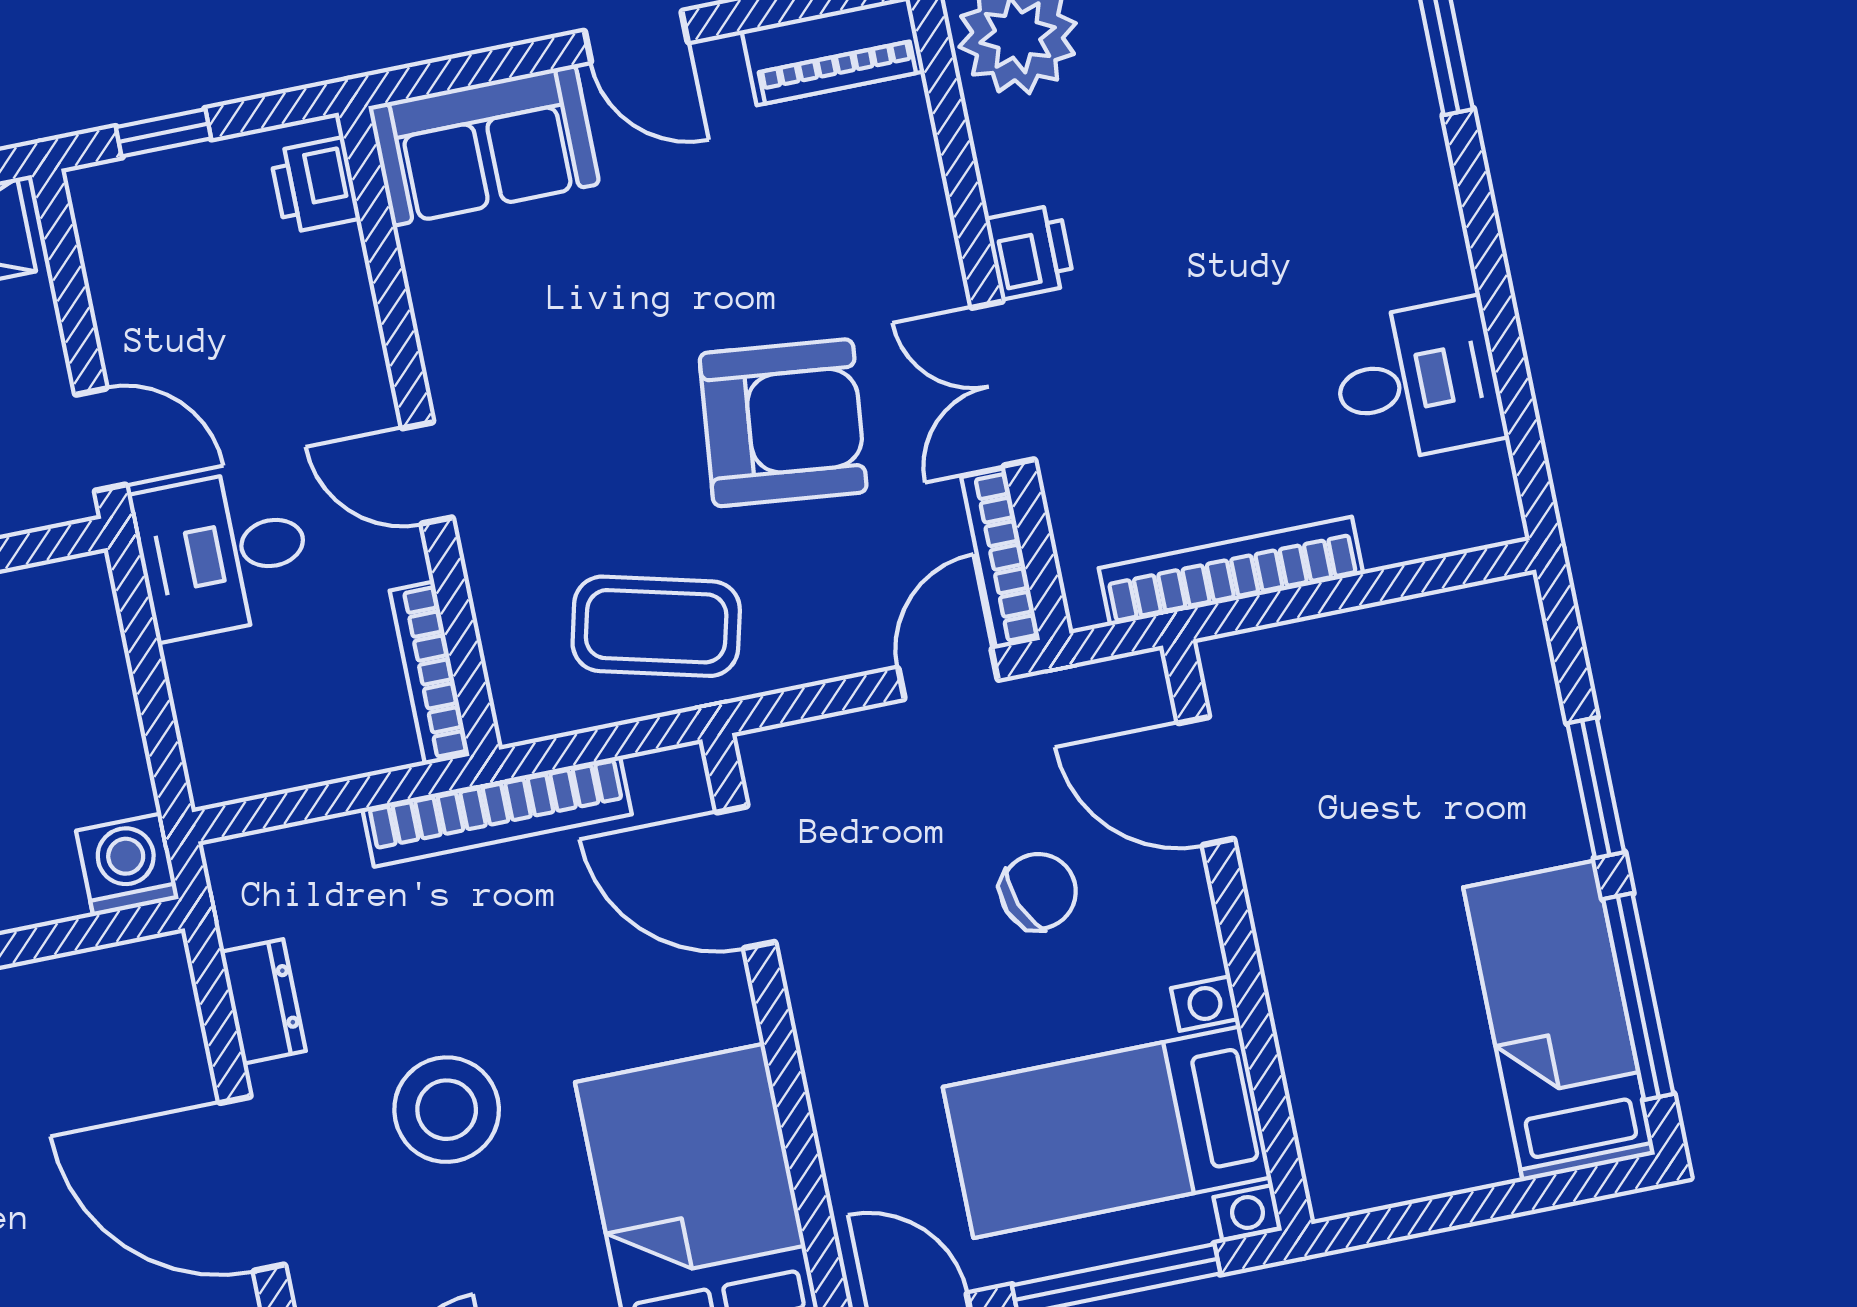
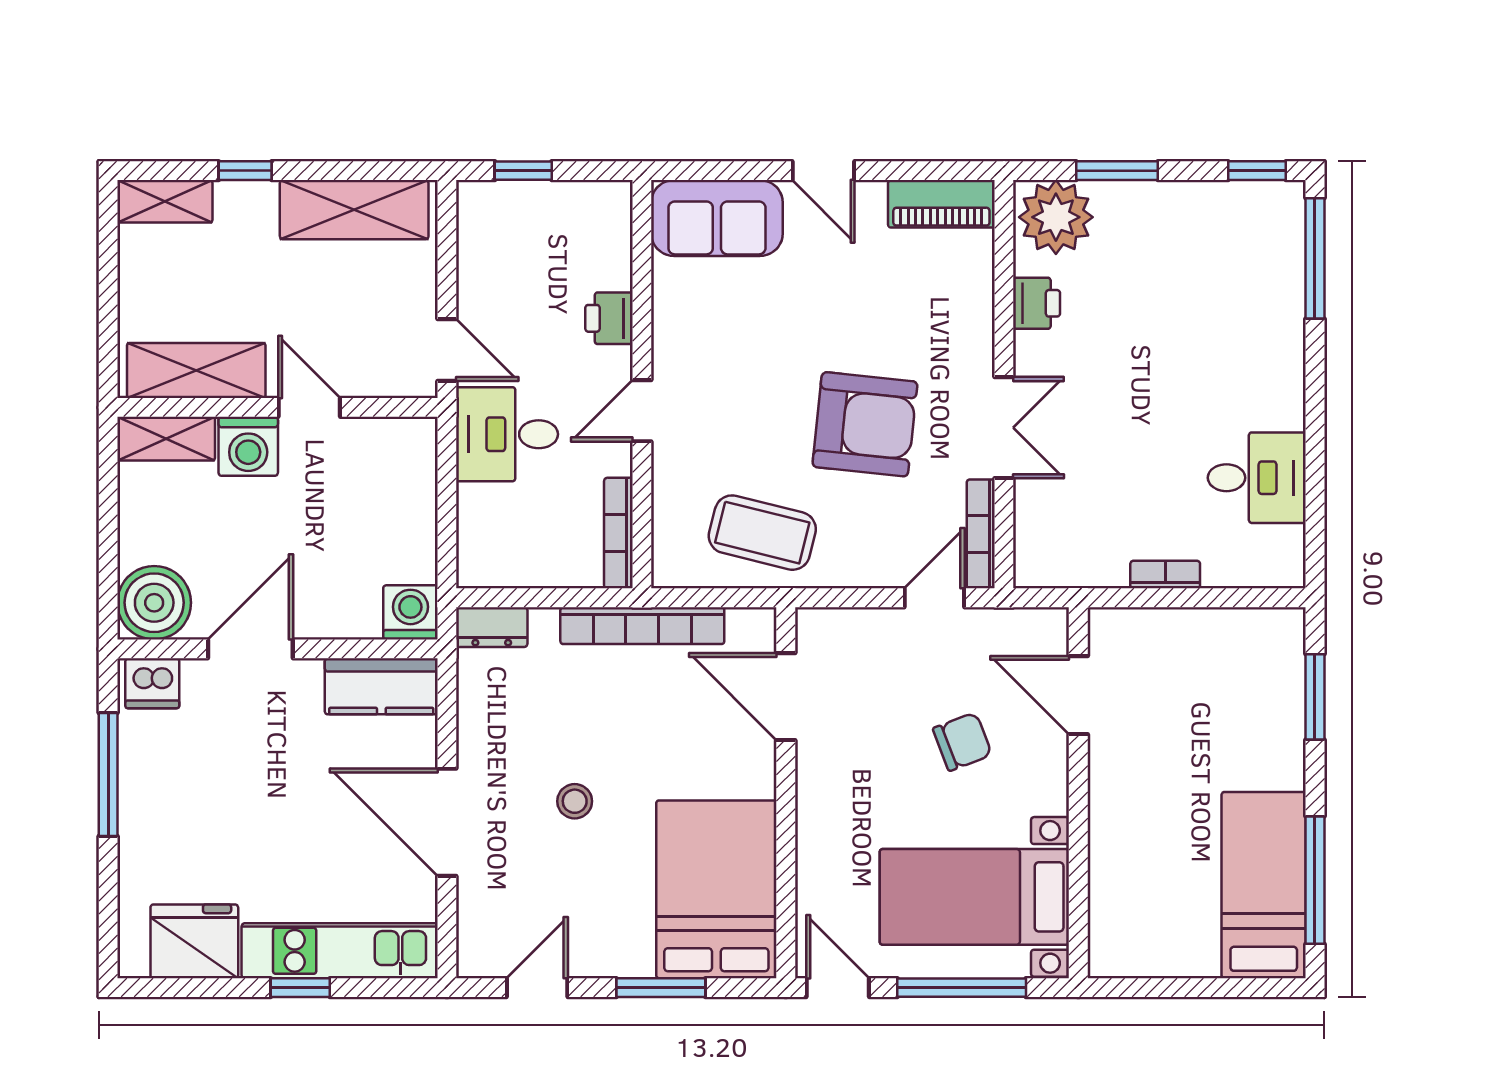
printer: (315, 185) -> (609, 318), moved
printer: (1030, 252) -> (1037, 303), moved
double door: (1003, 384) -> (1004, 428), swing flipped
door: (427, 473) -> (642, 411), hinge flipped
bookcase: (1231, 571) -> (1165, 575), width x0.43, depth x0.76
window: (1596, 788) -> (1315, 697), moved
kitchen counter: (105, 991) -> (381, 686), added
dresser: (263, 1001) -> (492, 627), moved, turned 90
stool: (447, 1110) -> (575, 801), width x0.53, depth x0.53

